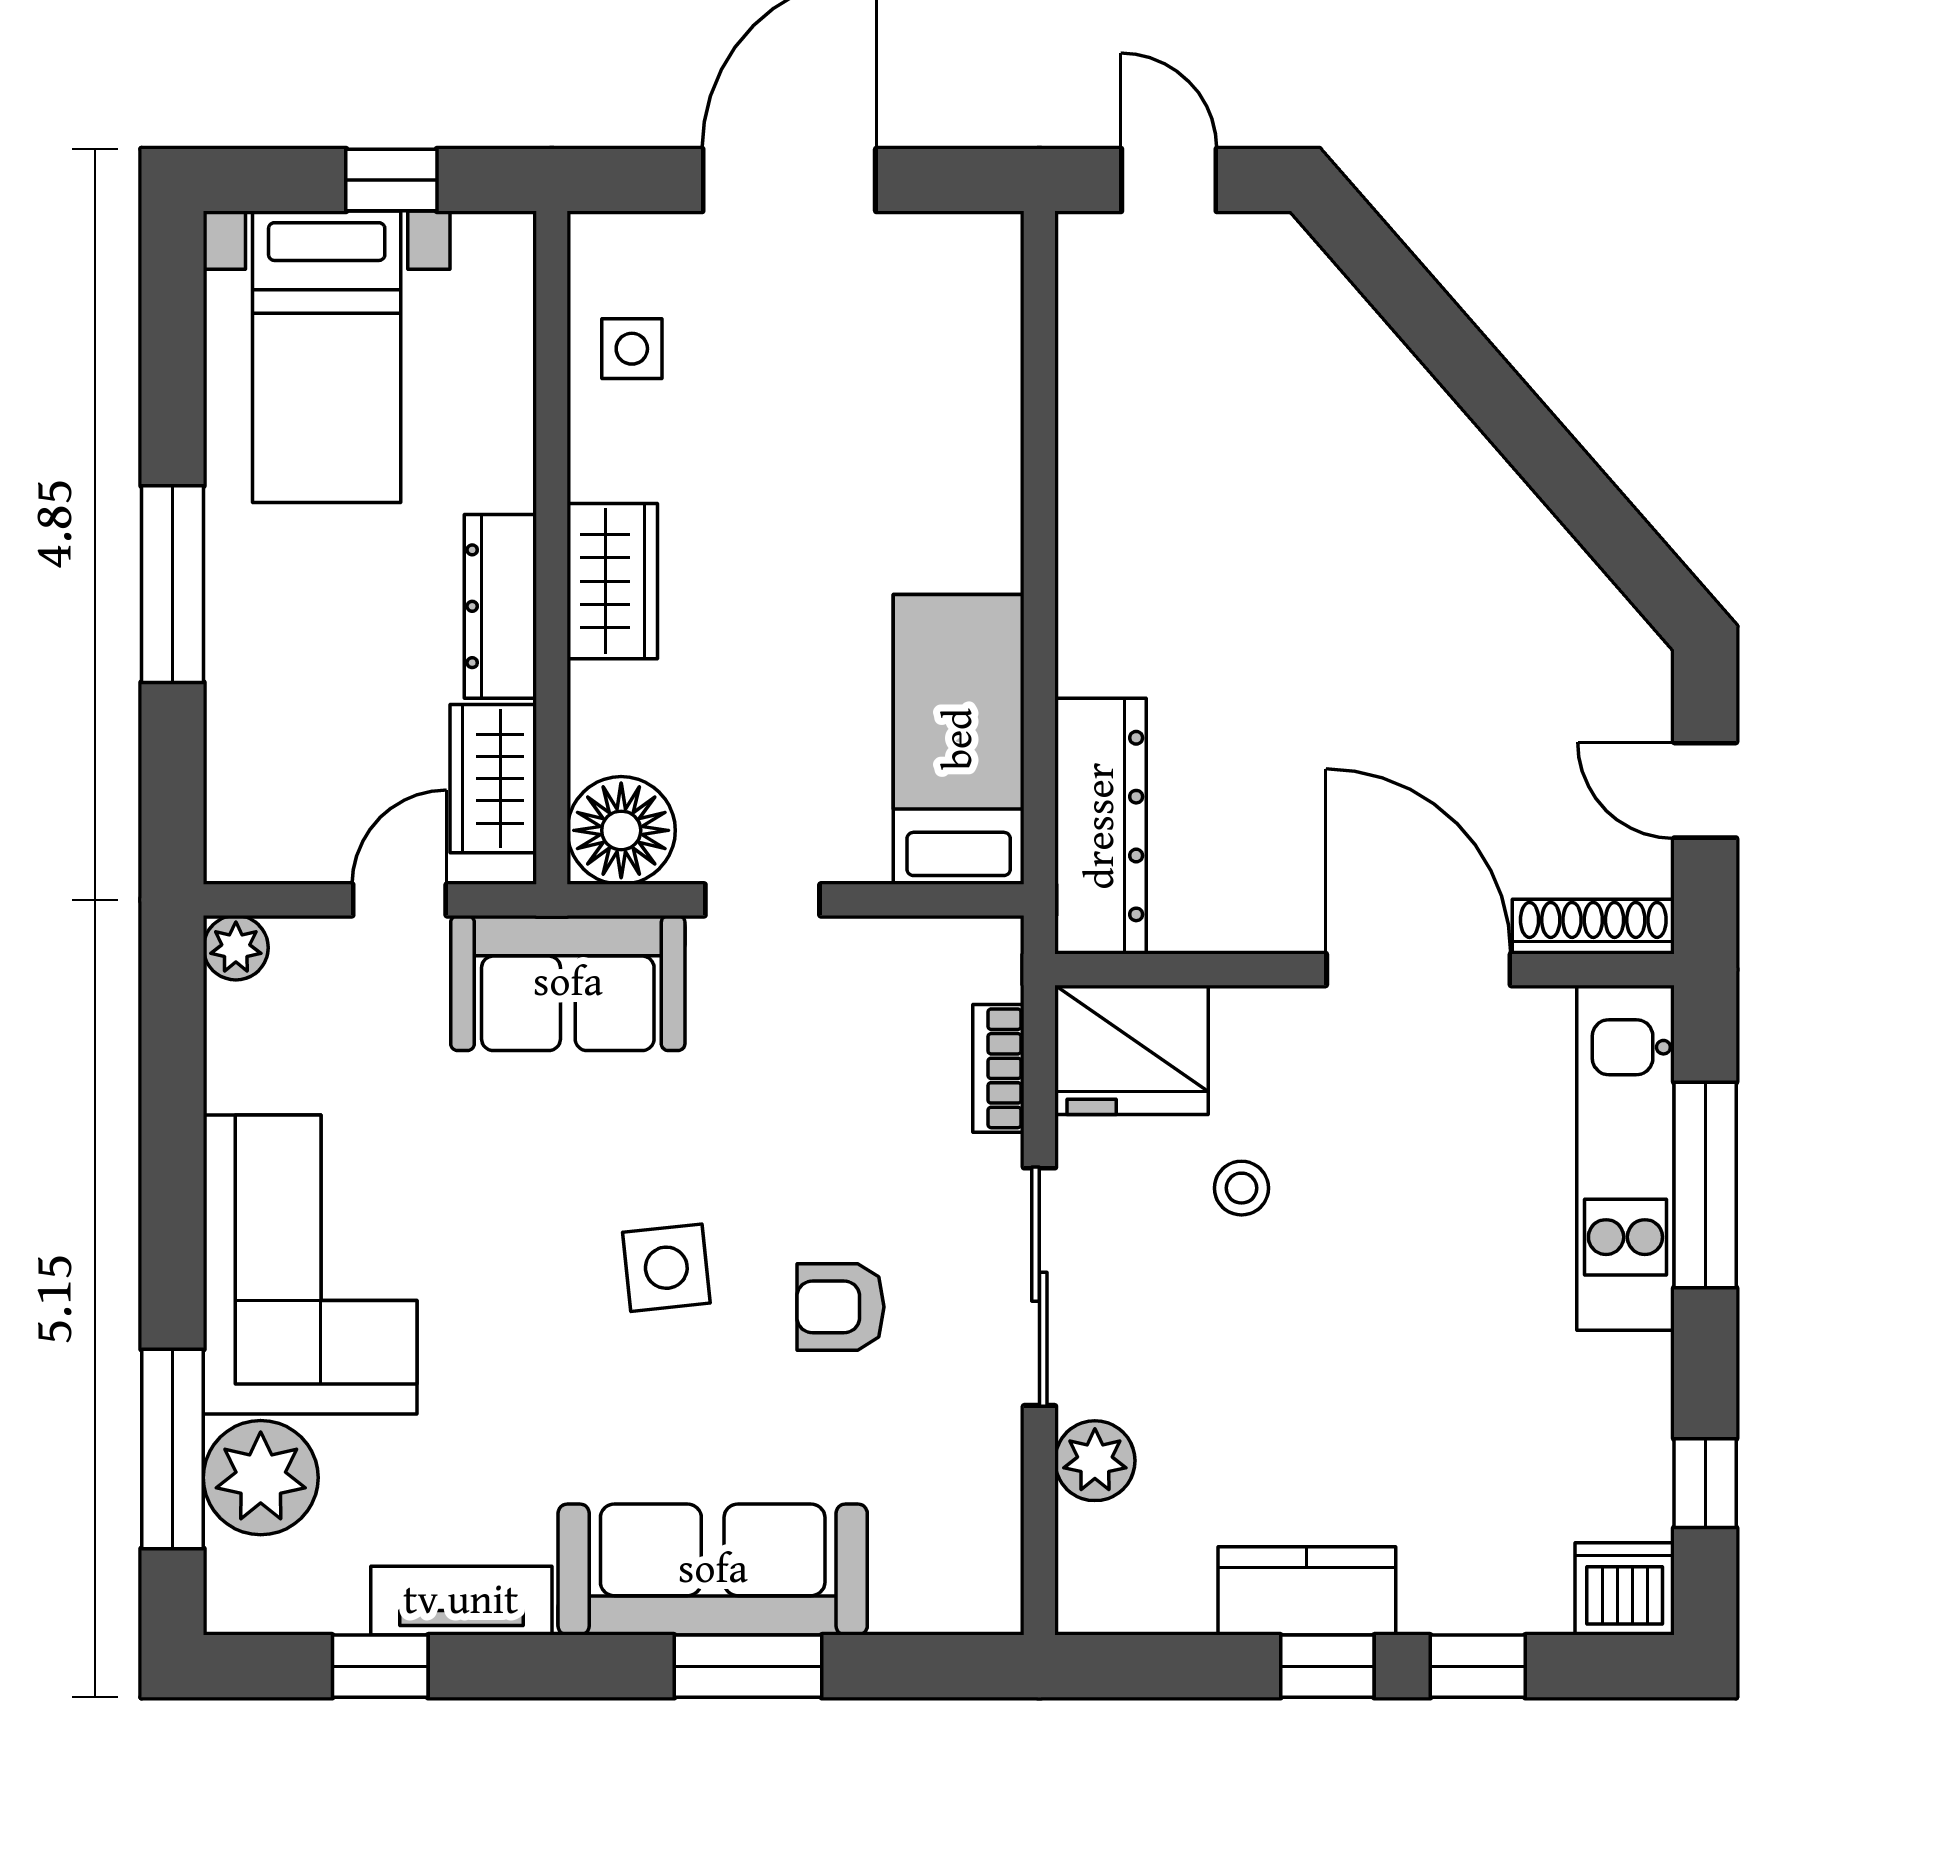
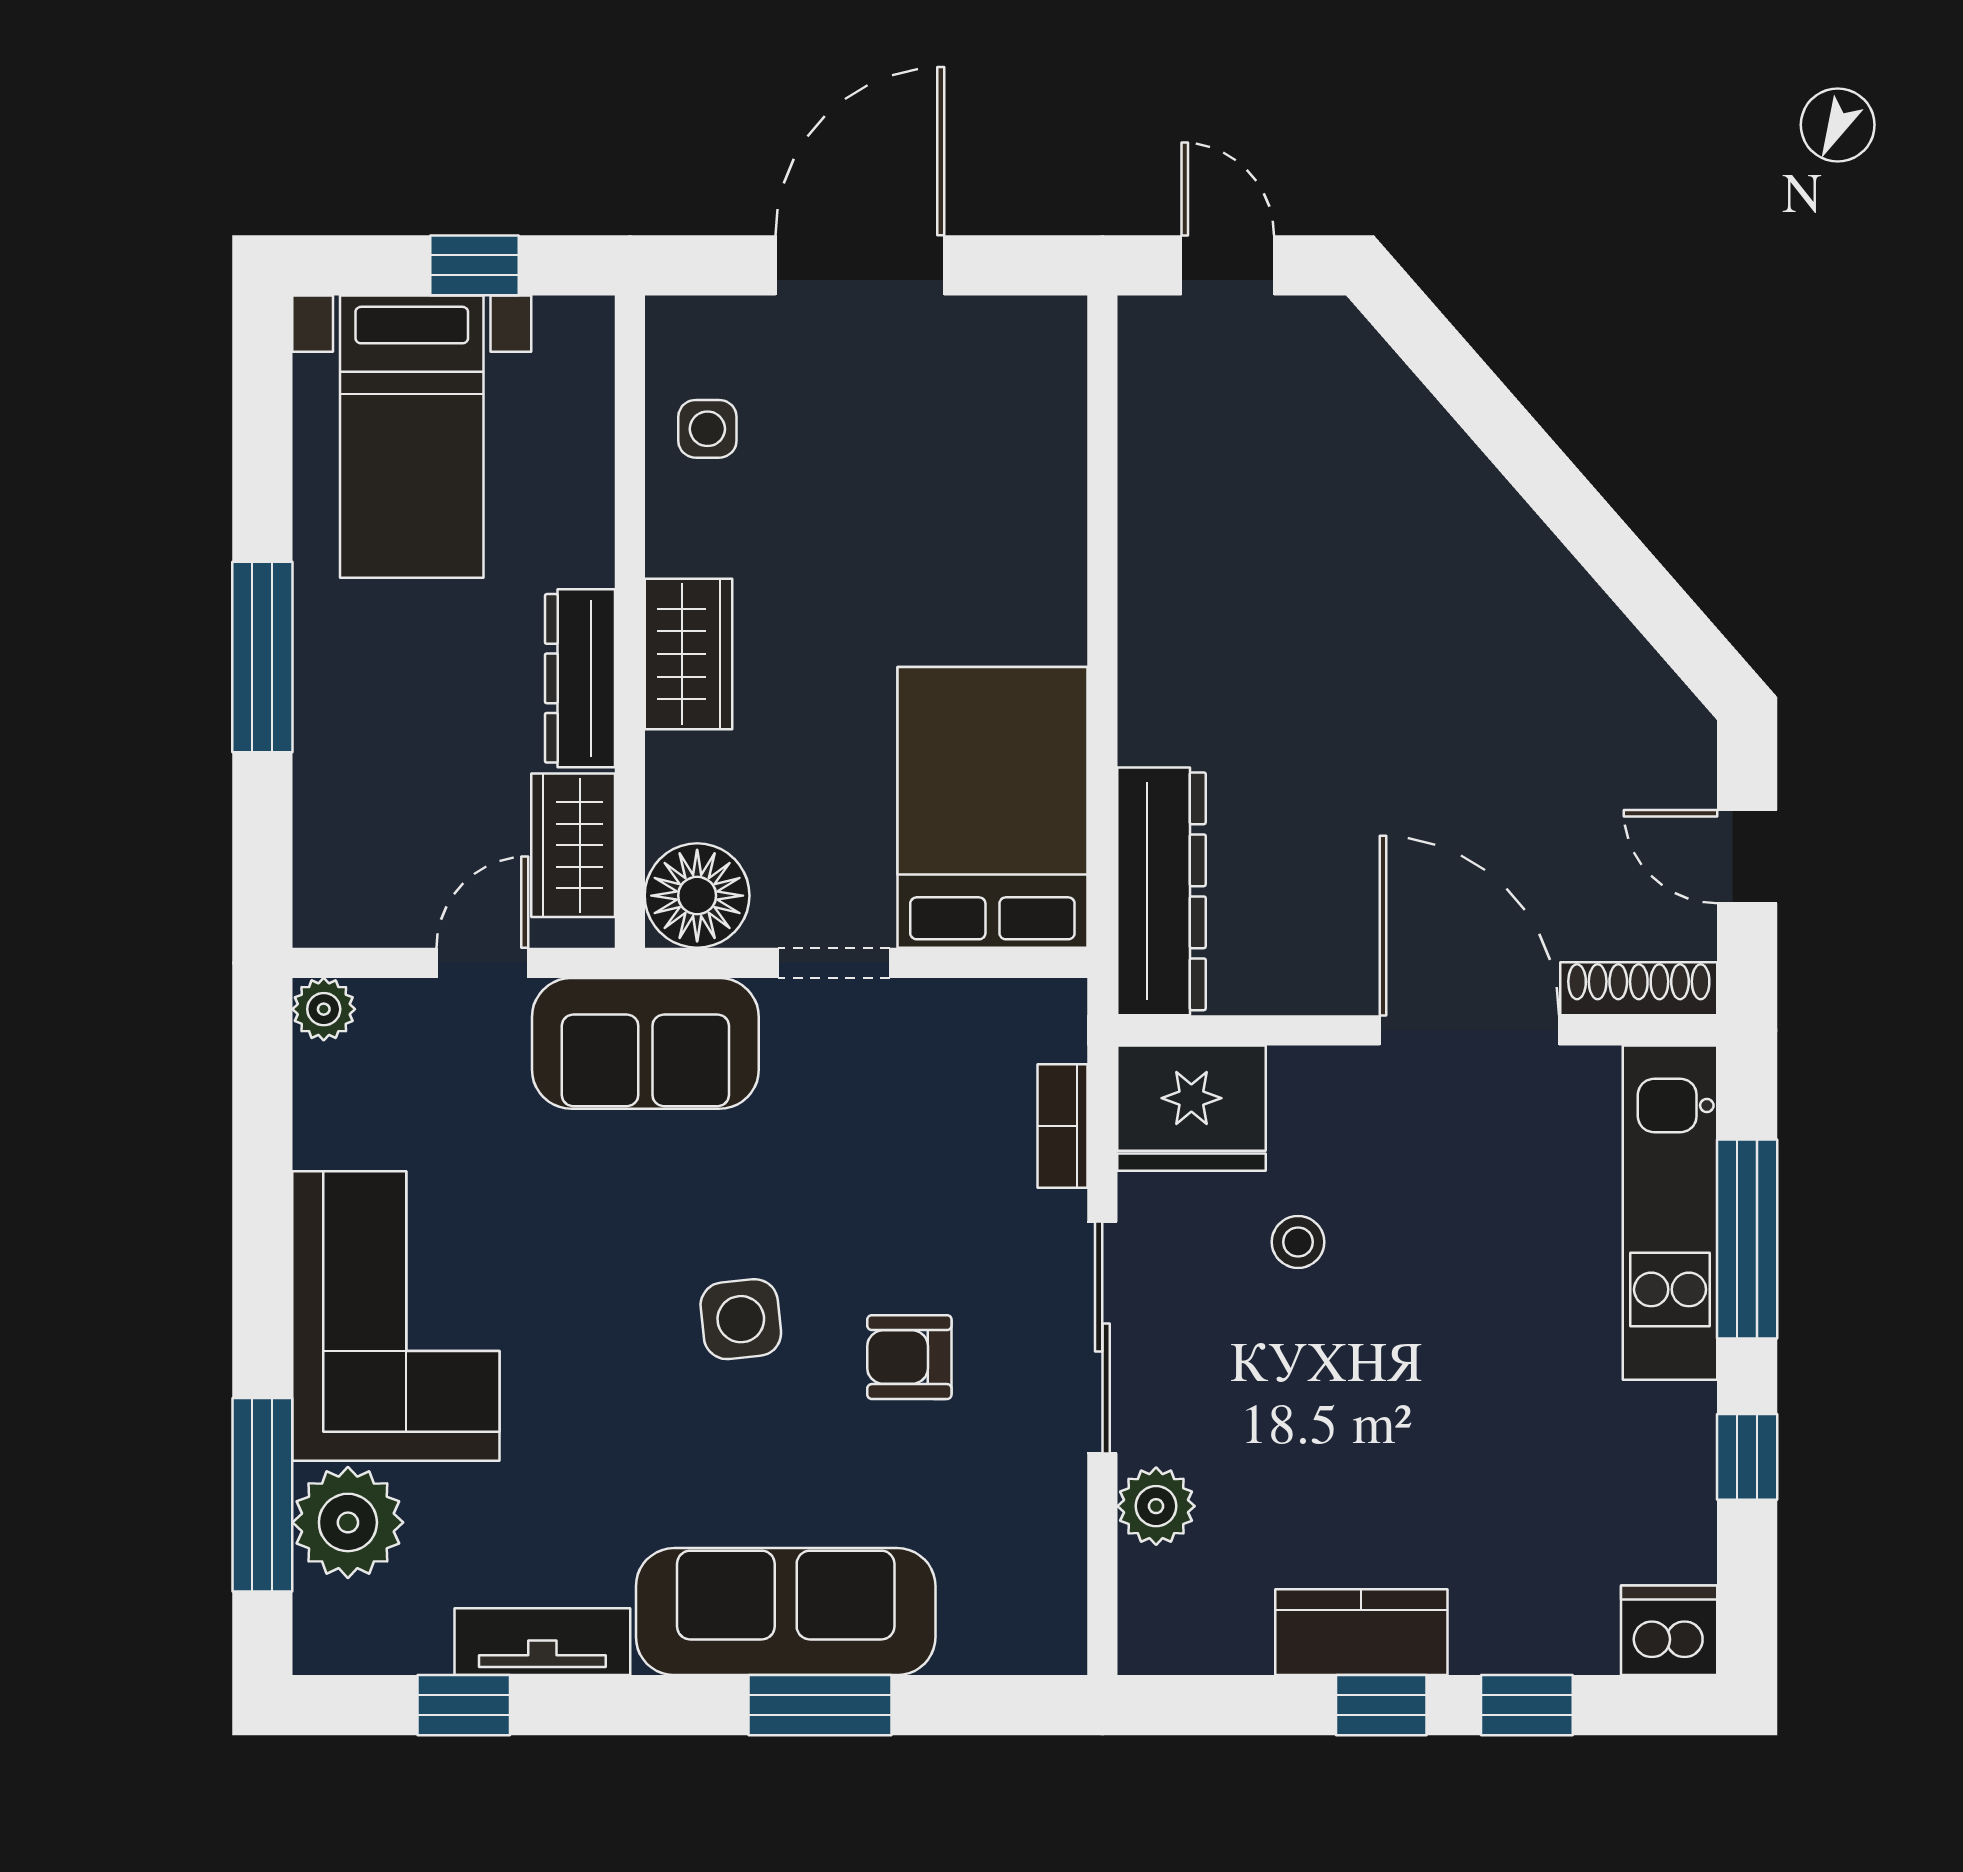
bed: (959, 739) -> (992, 807), width x1.50
window: (1705, 1483) -> (1747, 1457), moved

